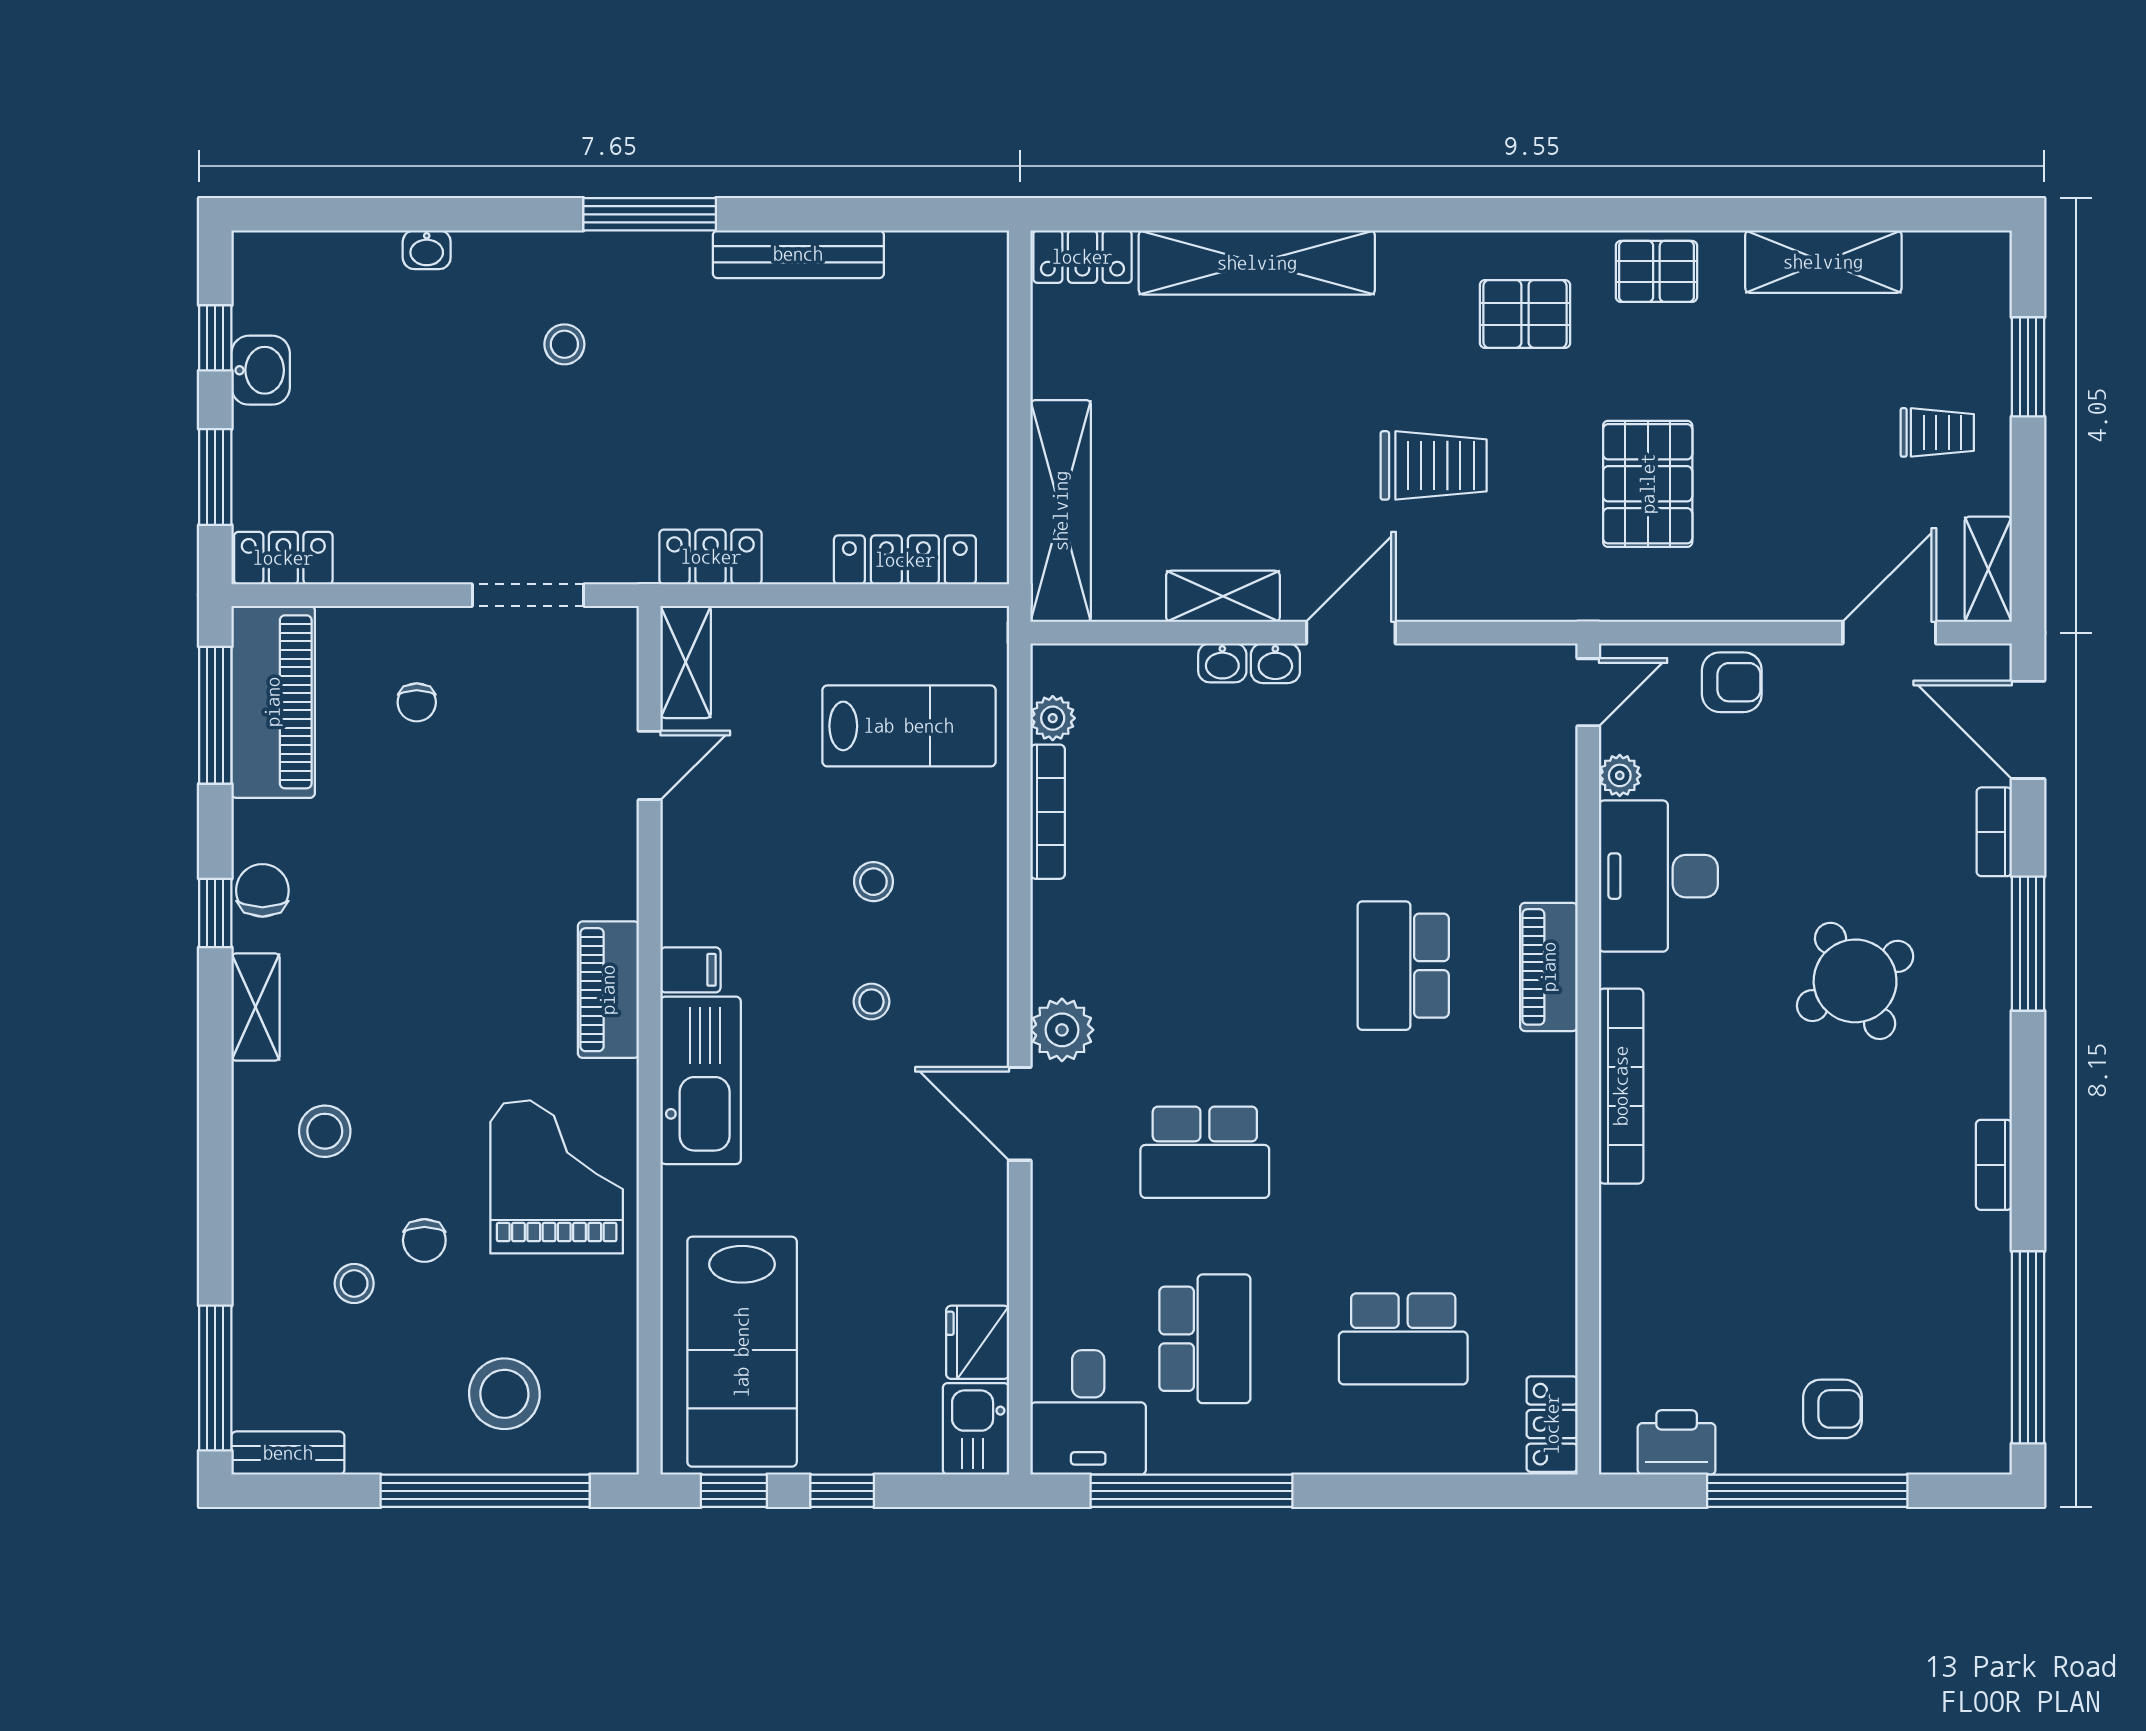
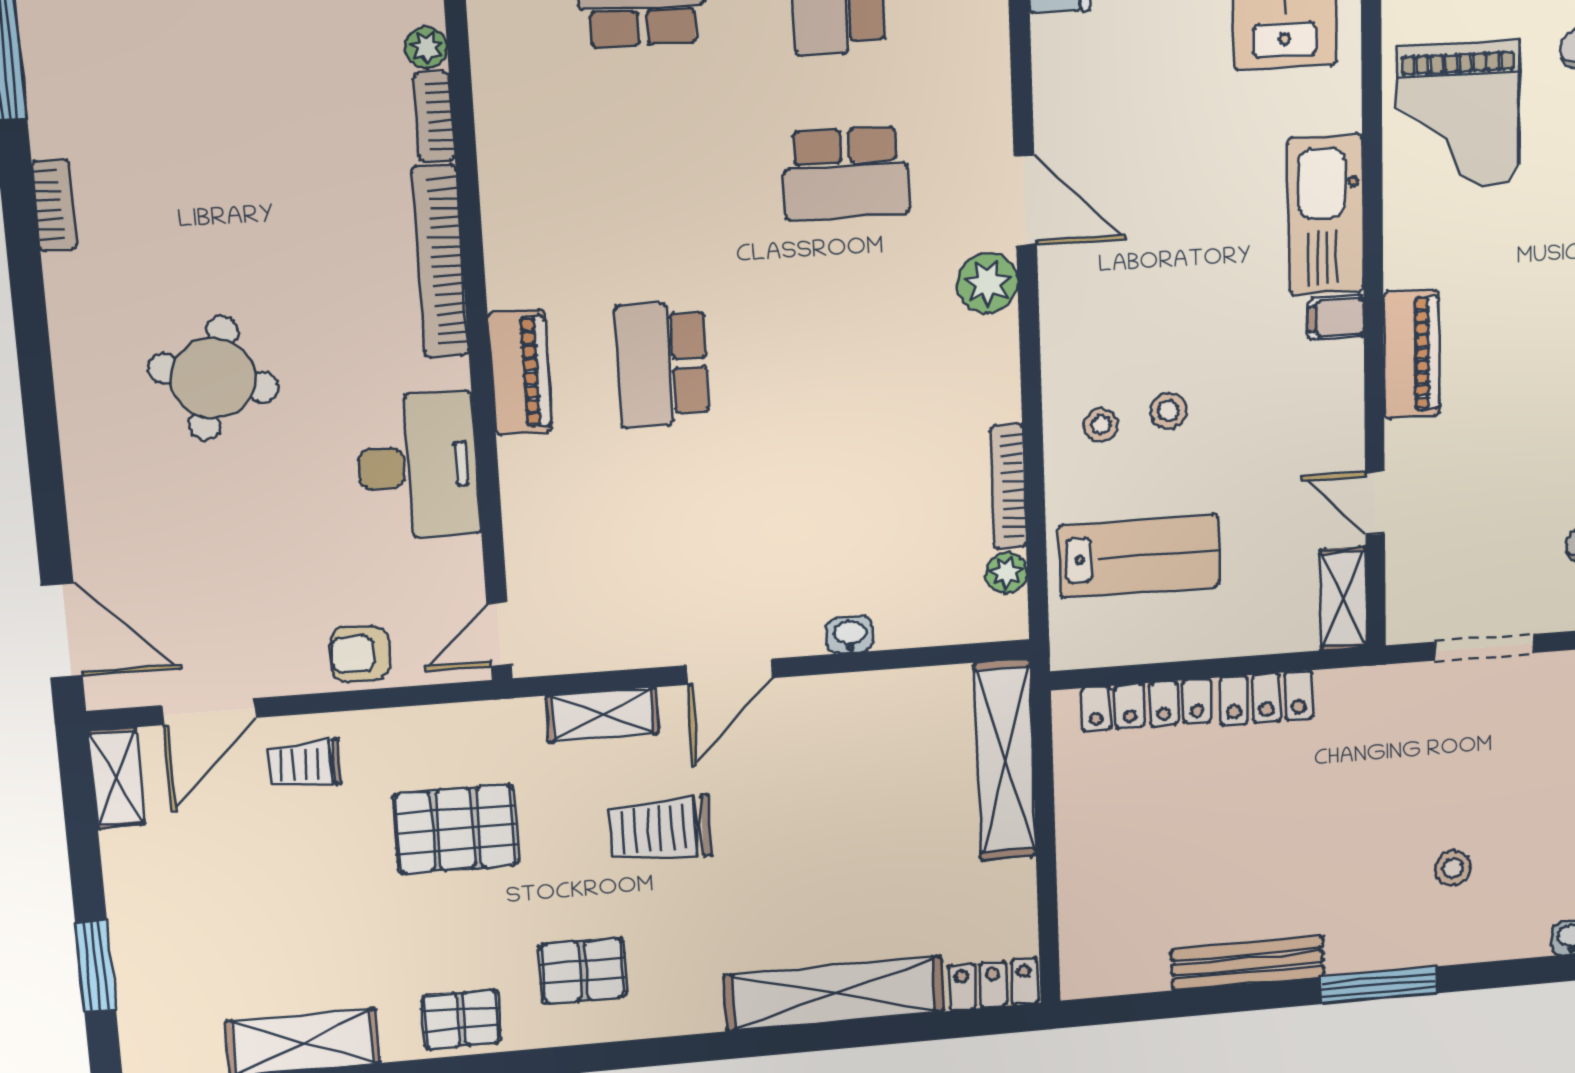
trolley: (1937, 432) -> (304, 764), moved
pallet: (1648, 484) -> (456, 829), turned 90
locker: (711, 557) -> (1266, 698), moved
shelving: (1223, 596) -> (602, 715), moved
washbasin: (1275, 663) -> (800, 638), removed
lab bench: (909, 726) -> (1139, 556), turned 180
door: (650, 765) -> (1375, 503), hinge flipped
plant: (1620, 775) -> (426, 48), moved
bookcase: (1994, 832) -> (434, 117), moved, turned 180
window: (2028, 944) -> (41, 426), removed
school desk: (1403, 966) -> (662, 365), turned 180
round table: (1855, 981) -> (213, 378), turned 45
piano: (608, 990) -> (1411, 354), moved
stool: (871, 1002) -> (1101, 425), moved
school desk: (1205, 1152) -> (846, 173), turned 180

